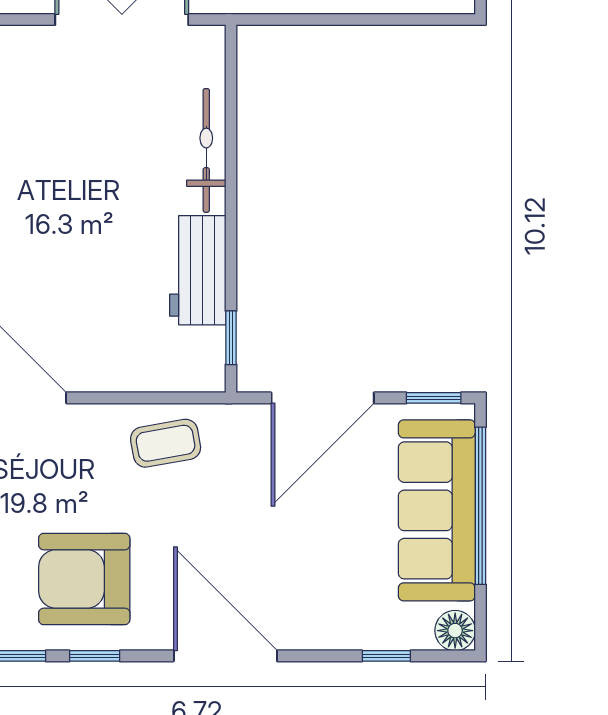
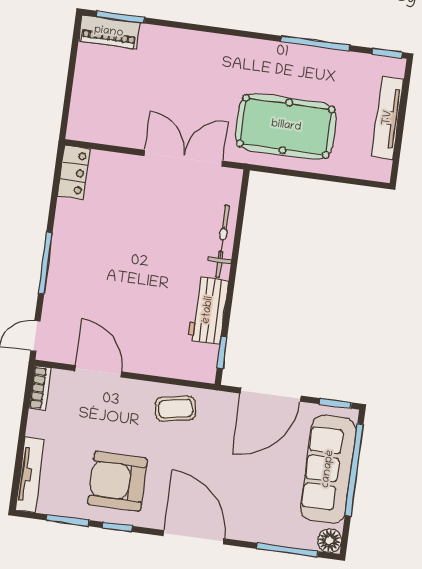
window: (386, 656) -> (287, 550), width x2.17

